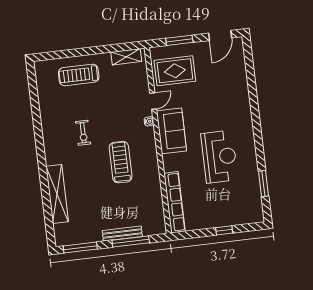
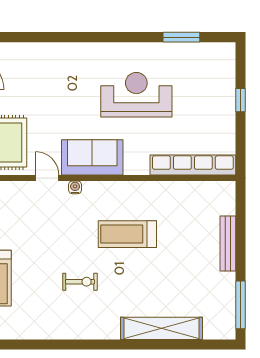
window: (131, 242) -> (241, 233), removed

